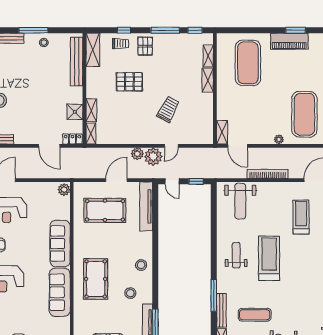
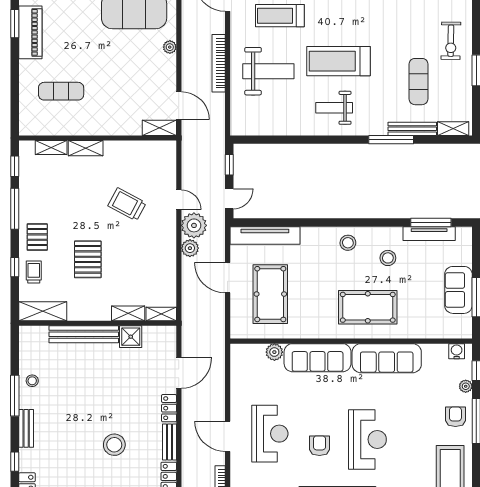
pallet: (145, 46) -> (37, 237), turned 90
bench: (77, 62) -> (84, 334), moved
exercise mat: (248, 63) -> (61, 91), width x0.50, depth x0.69
locker: (72, 139) -> (169, 408), moved
door: (238, 146) -> (179, 106), hinge flipped
plant: (64, 190) -> (274, 352), moved
weight bench: (240, 201) -> (268, 71), moved

